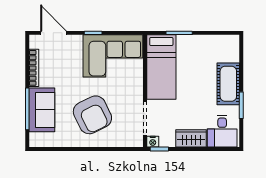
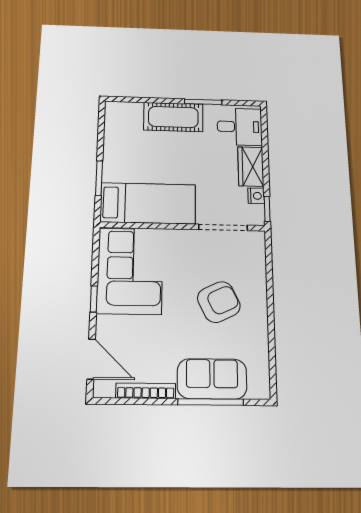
door: (54, 33) -> (91, 359), swing flipped
armchair: (92, 115) -> (219, 302), width x0.73, depth x0.73
nightstand: (153, 142) -> (256, 196), moved

